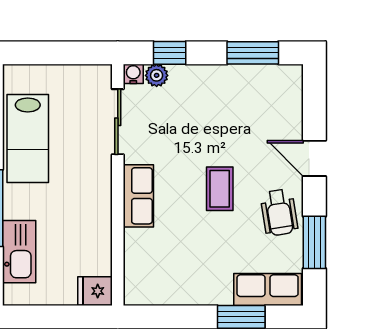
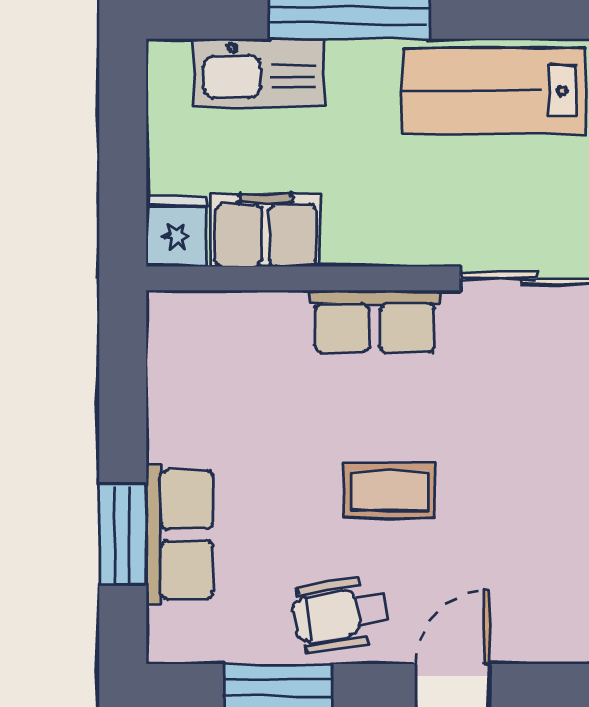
filing cabinet: (95, 248) -> (266, 230), added
row of seats: (268, 290) -> (180, 535), moved

